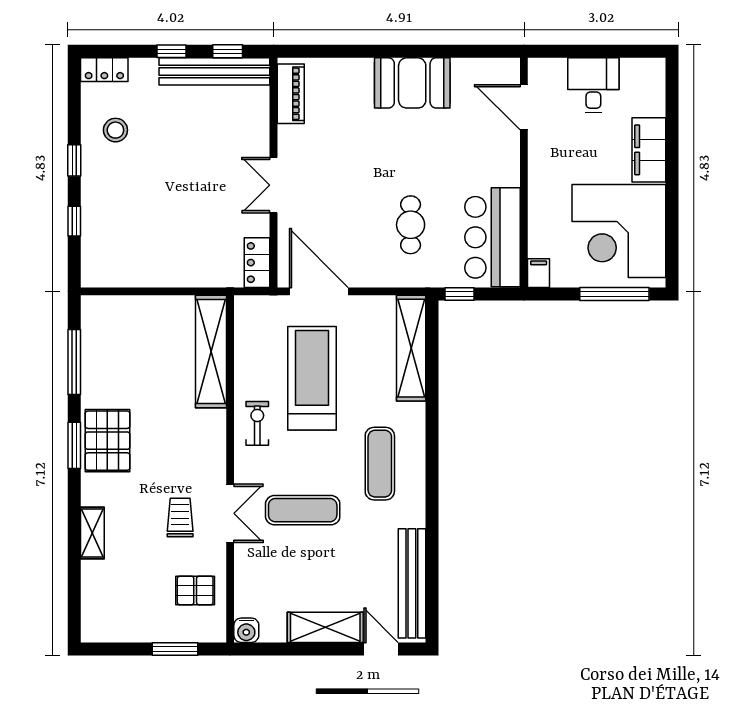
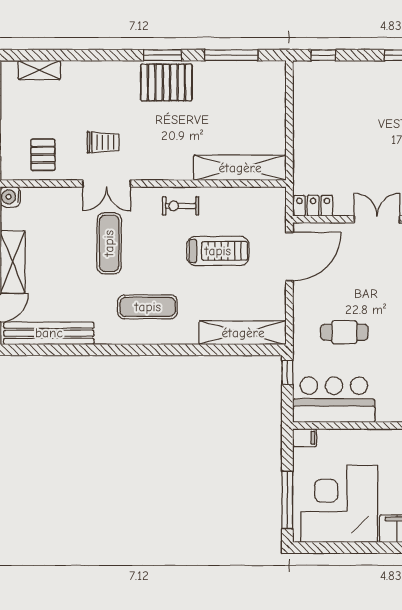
window: (74, 221) -> (323, 55), moved
treadmill: (312, 378) -> (218, 251), width x0.73, depth x0.73
exercise bike: (257, 423) -> (181, 206), turned 180
shelving: (92, 533) -> (39, 70), moved

